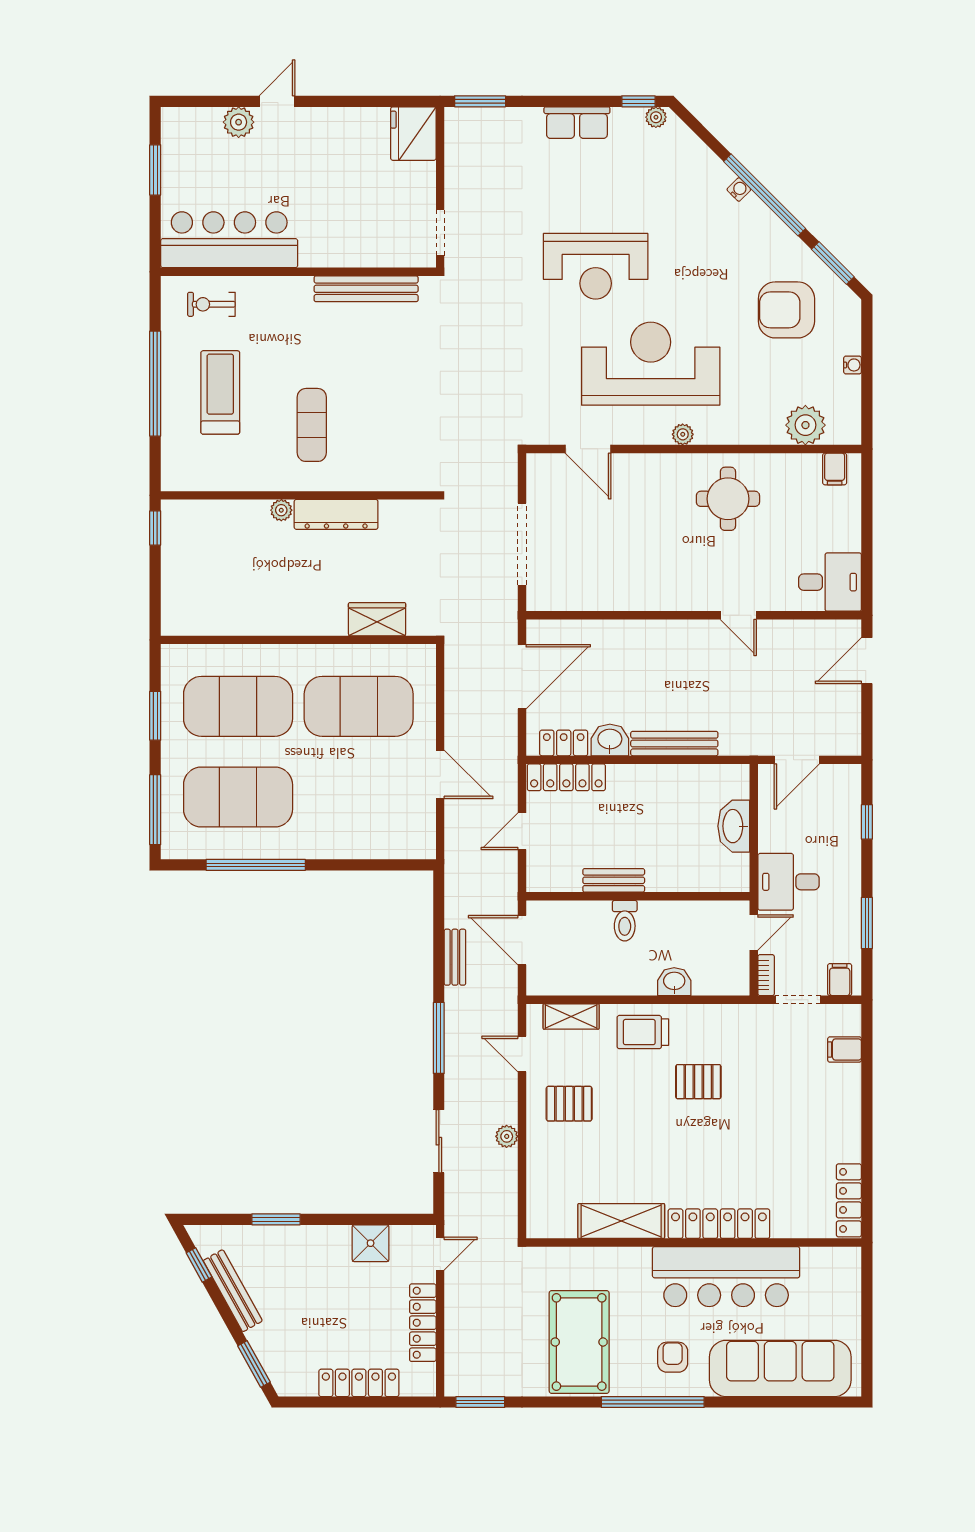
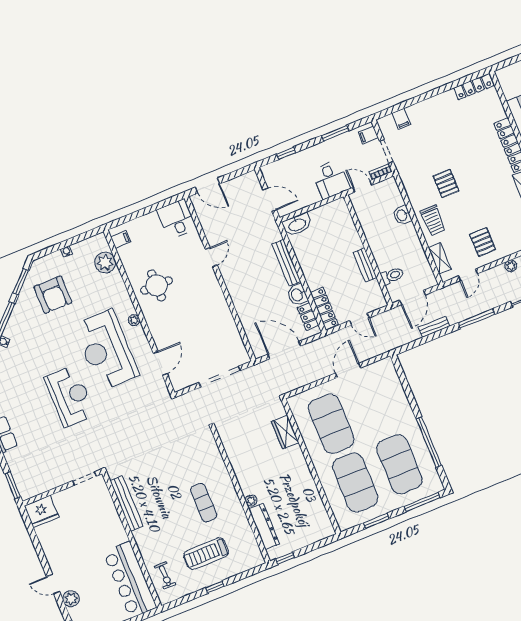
window: (155, 384) -> (215, 587), width x0.32
exercise mat: (312, 425) -> (204, 503), turned 90
dresser: (336, 514) -> (264, 526), moved
washbasin: (734, 826) -> (297, 224), moved
toilet: (625, 921) -> (392, 276), moved

